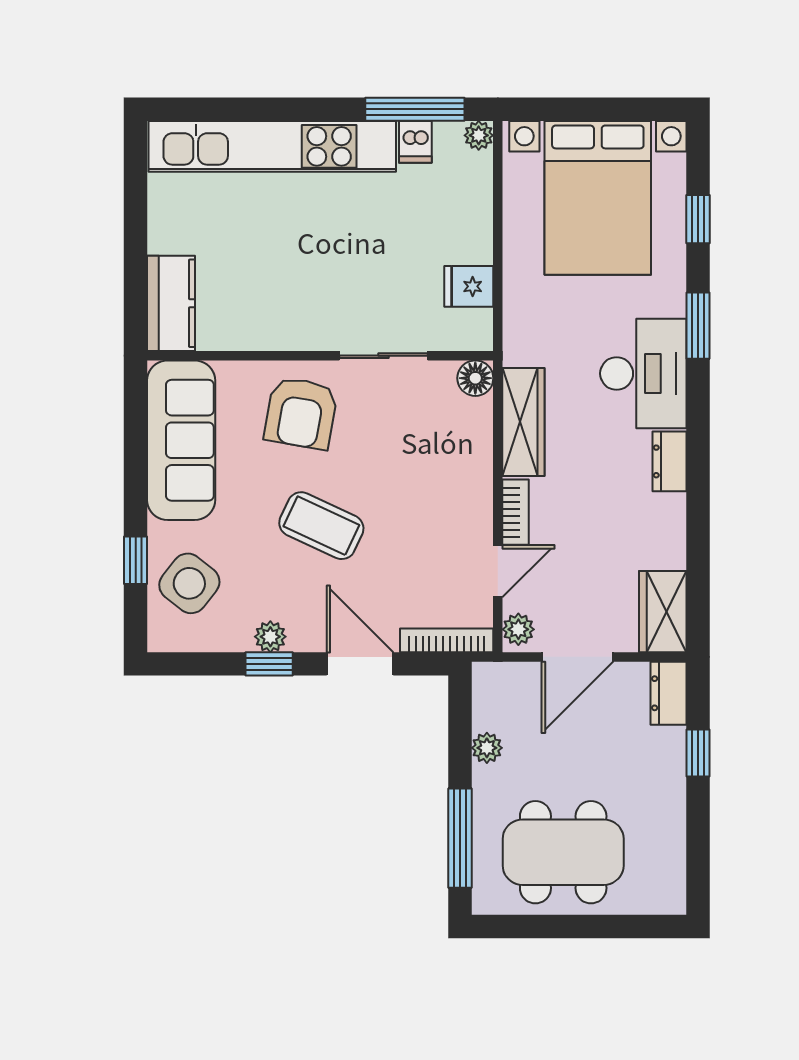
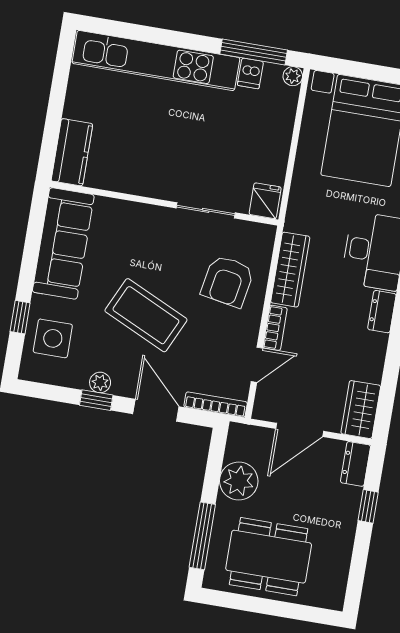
fridge: (469, 286) -> (265, 201), moved, turned 90
floor lamp: (475, 378) -> (264, 235), removed
armchair: (301, 413) -> (227, 281), moved
coffee table: (321, 526) -> (146, 315), width x1.36, depth x1.32
side table: (189, 583) -> (53, 338), turned -38
plant: (518, 629) -> (264, 405), removed
plant: (487, 748) -> (239, 481), width x1.88, depth x1.88

